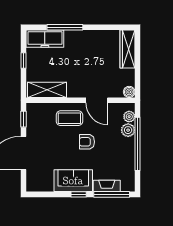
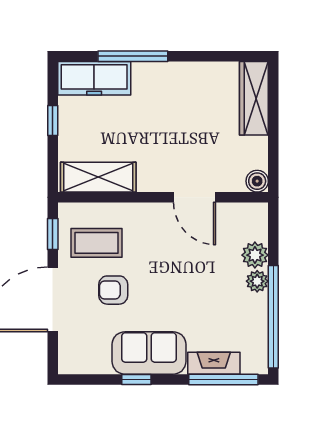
plant: (129, 117) -> (257, 281), moved
coffee table: (69, 118) -> (97, 243), moved
armchair: (87, 142) -> (113, 290), moved
window: (138, 144) -> (273, 317), moved
window: (79, 194) -> (136, 379), moved

